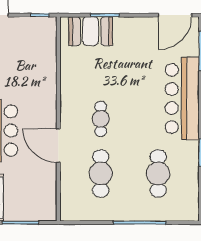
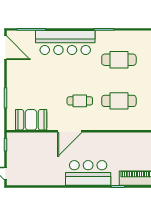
booth: (91, 31) -> (31, 120), moved, turned 90
door: (58, 146) -> (70, 131), moved

